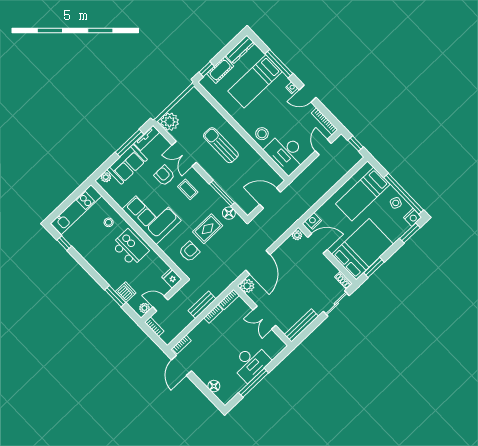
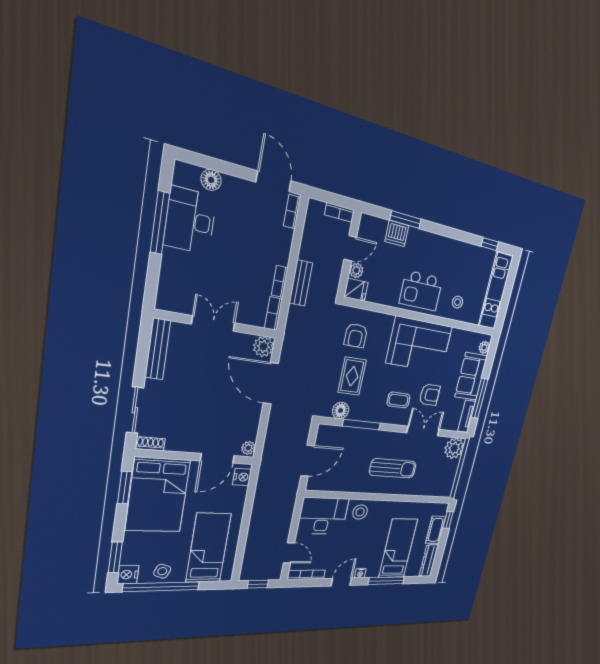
plant: (144, 308) -> (356, 270), moved
desk: (251, 363) -> (190, 221), moved

